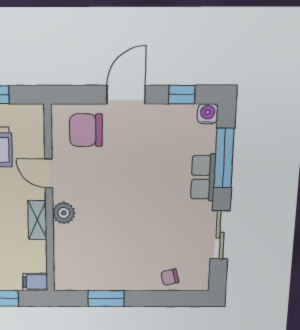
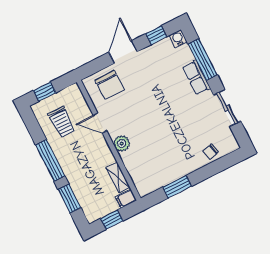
chair: (86, 130) -> (110, 85), turned -90
shelving: (37, 220) -> (118, 178), moved

